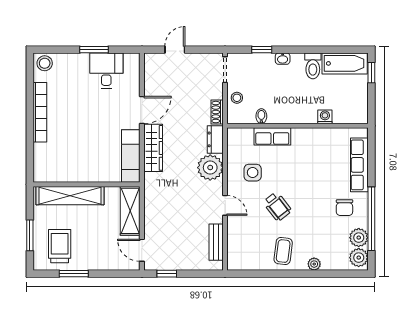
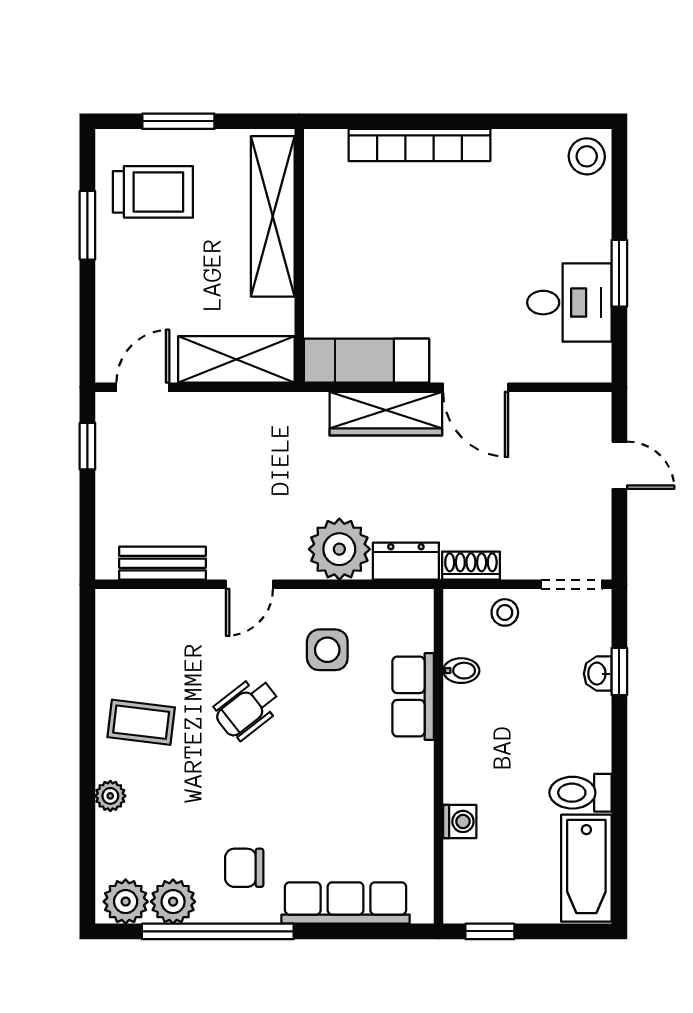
washbasin: (283, 59) -> (598, 674), moved
window: (371, 73) -> (490, 931), moved
bookcase: (40, 112) -> (419, 145), moved

